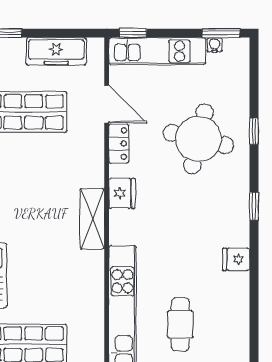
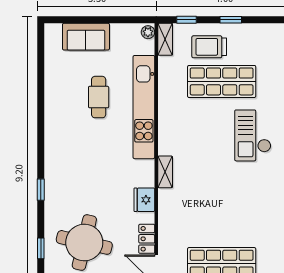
shelving: (92, 219) -> (165, 172), width x0.67, depth x0.75
fridge: (236, 259) -> (55, 148), removed

